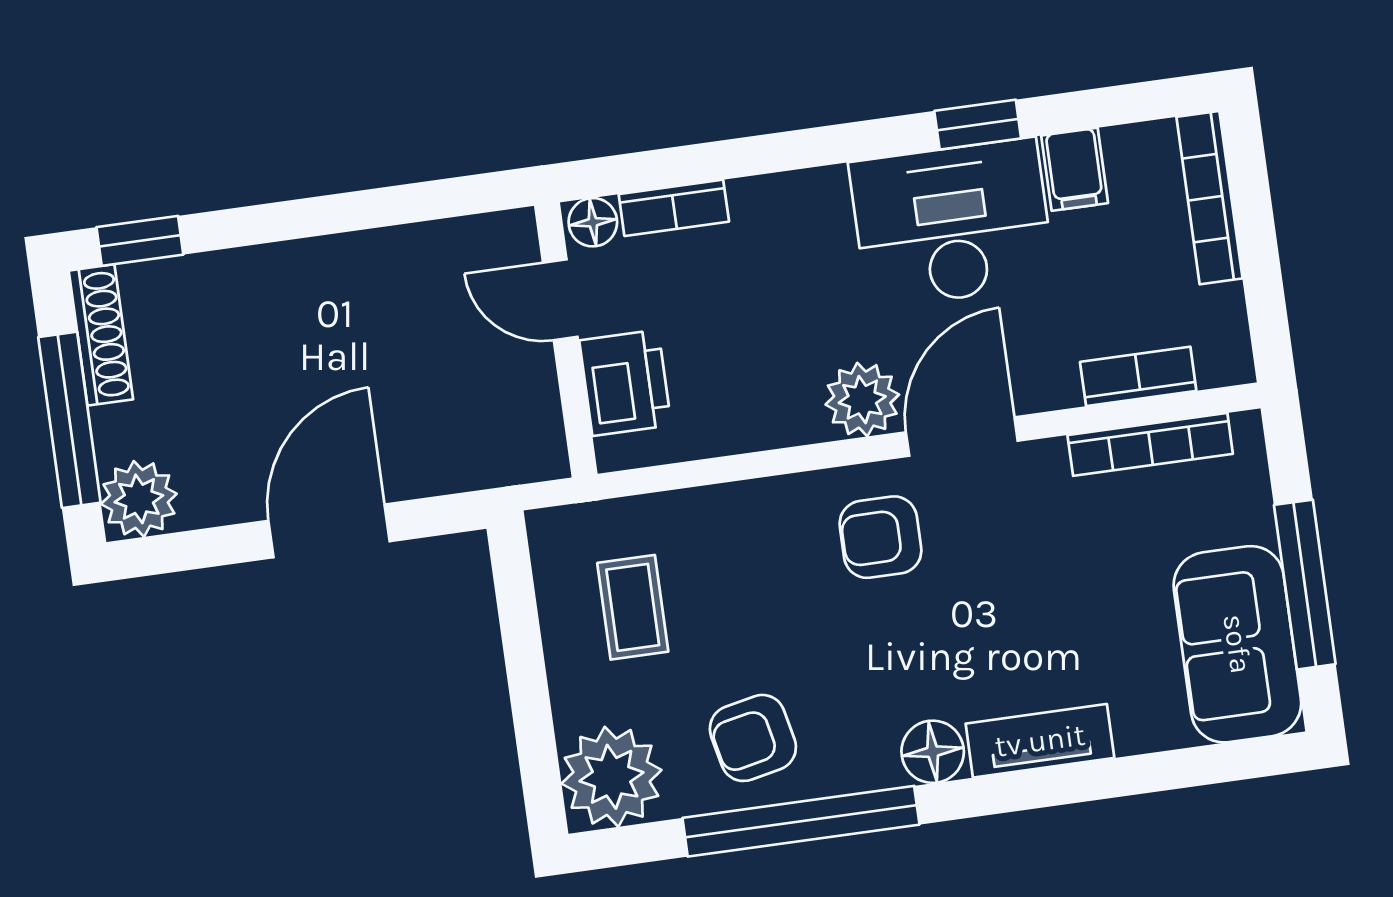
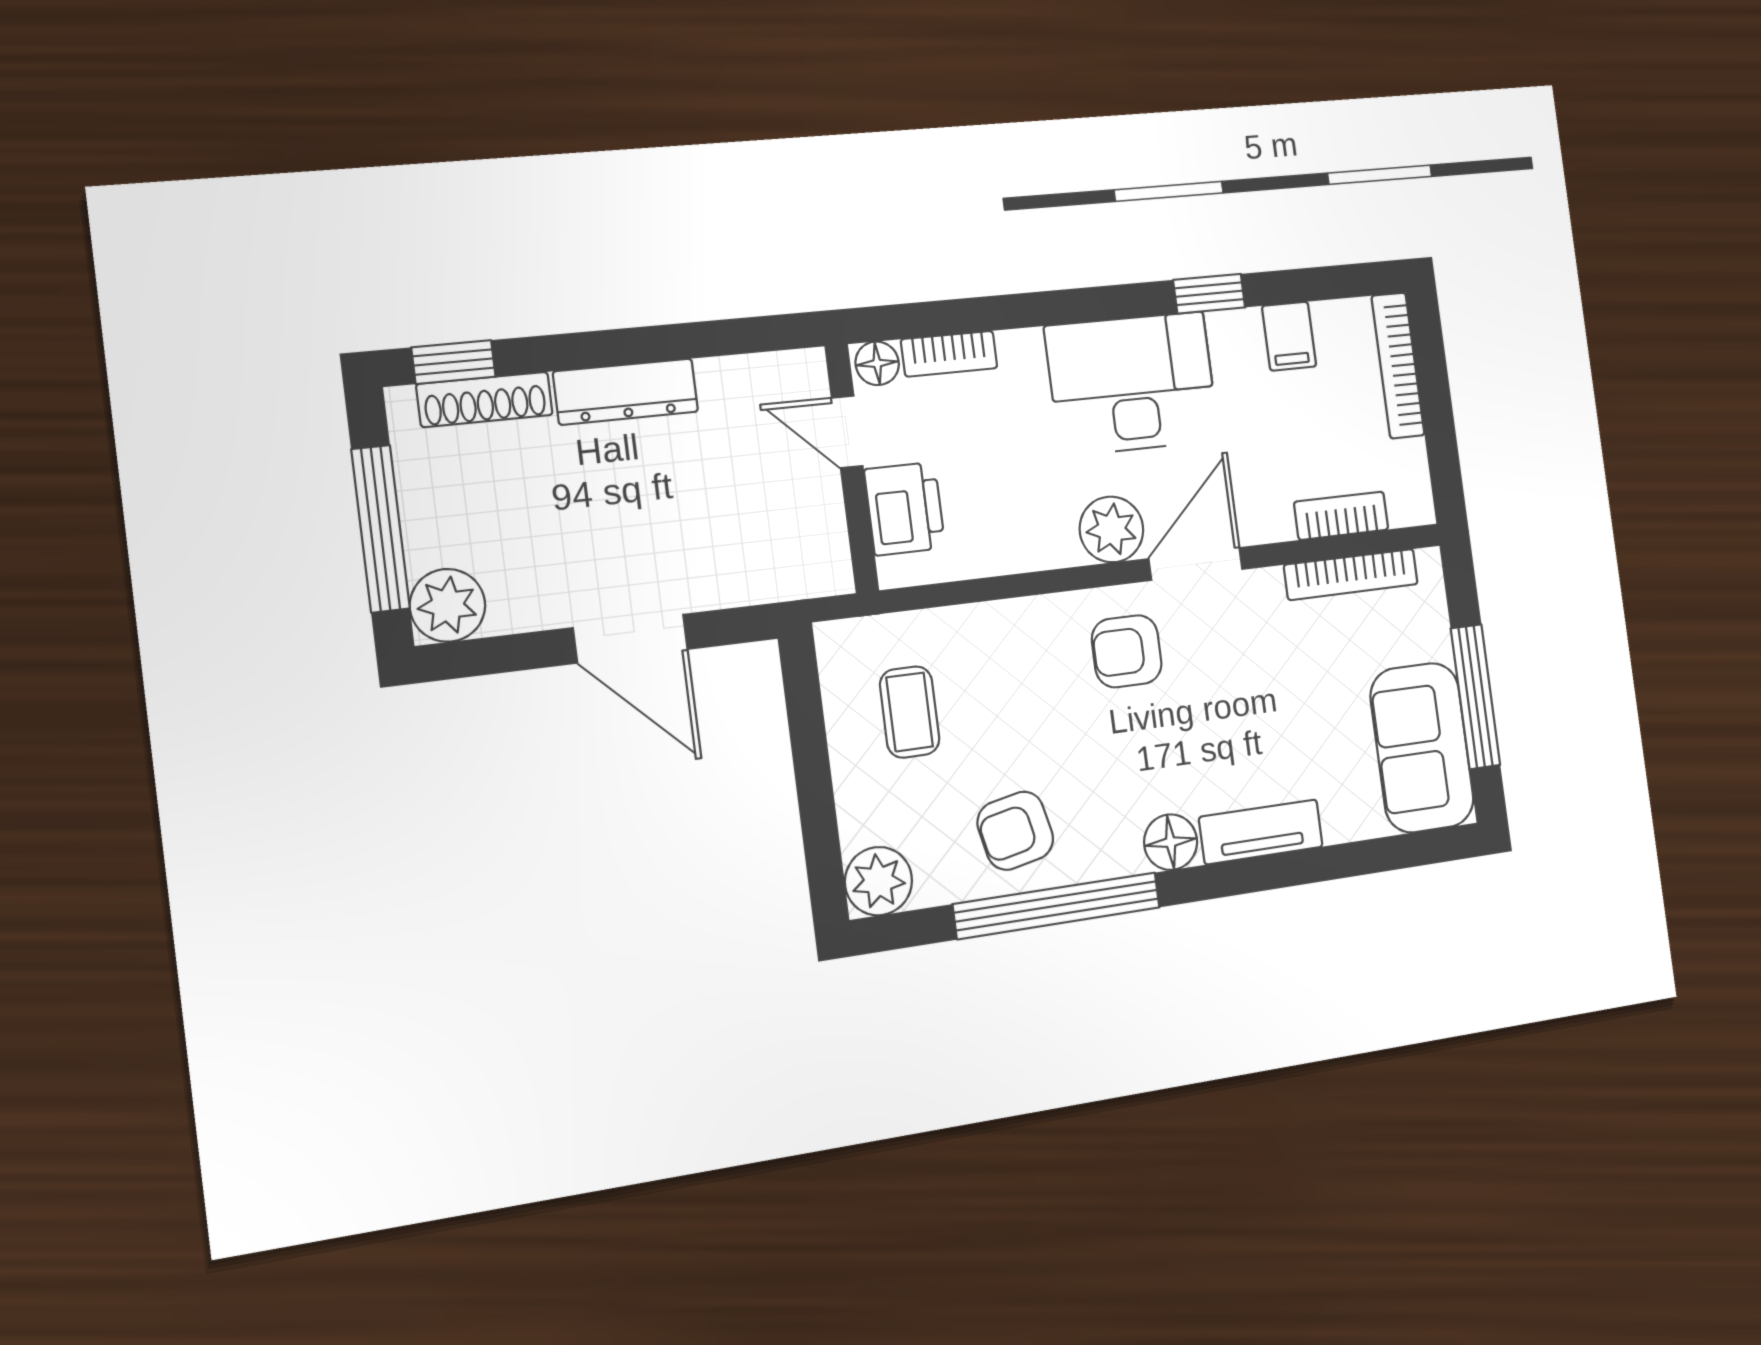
desk: (952, 223) -> (1132, 384), moved
dresser: (320, 265) -> (626, 392), added
shoe rack: (101, 335) -> (485, 400), moved, turned 90
door: (329, 531) -> (631, 639), swing flipped
plant: (612, 777) -> (879, 881), width x0.73, depth x0.73

